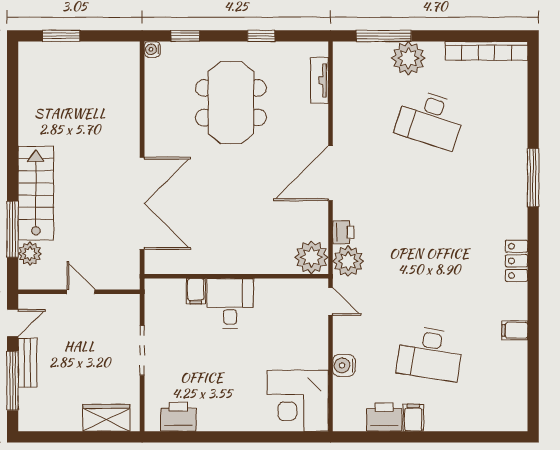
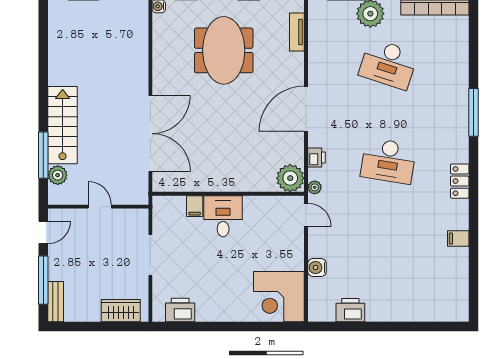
plant: (348, 261) -> (315, 187), width x0.53, depth x0.53
desk: (430, 354) -> (388, 161), moved
bench: (27, 363) -> (56, 302), moved
filing cabinet: (413, 418) -> (374, 311), removed

